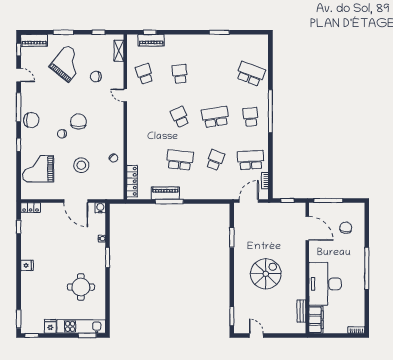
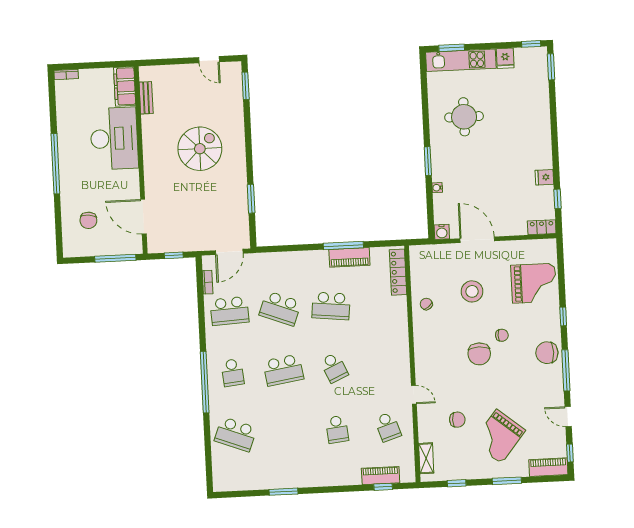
school desk: (215, 160) -> (280, 308), width x1.85
fridge: (27, 265) -> (544, 177), moved
spiral stairs: (266, 274) -> (200, 149), turned 180

